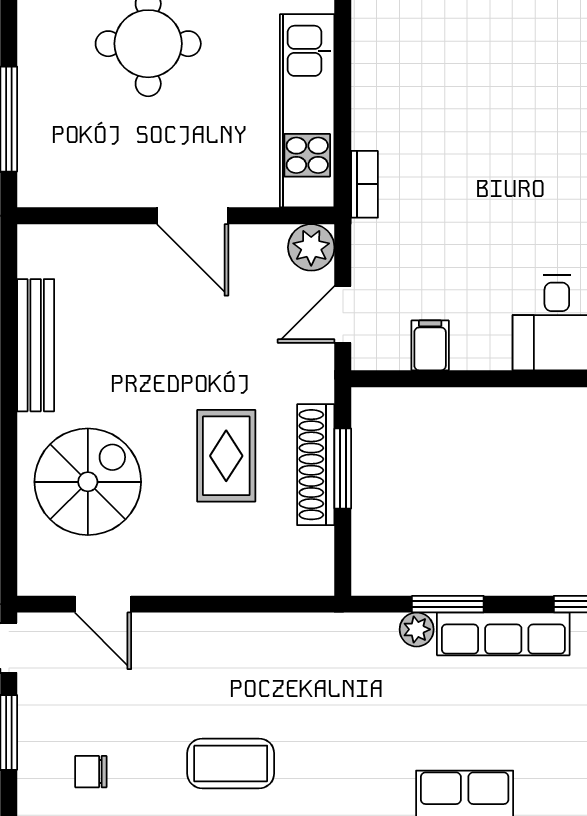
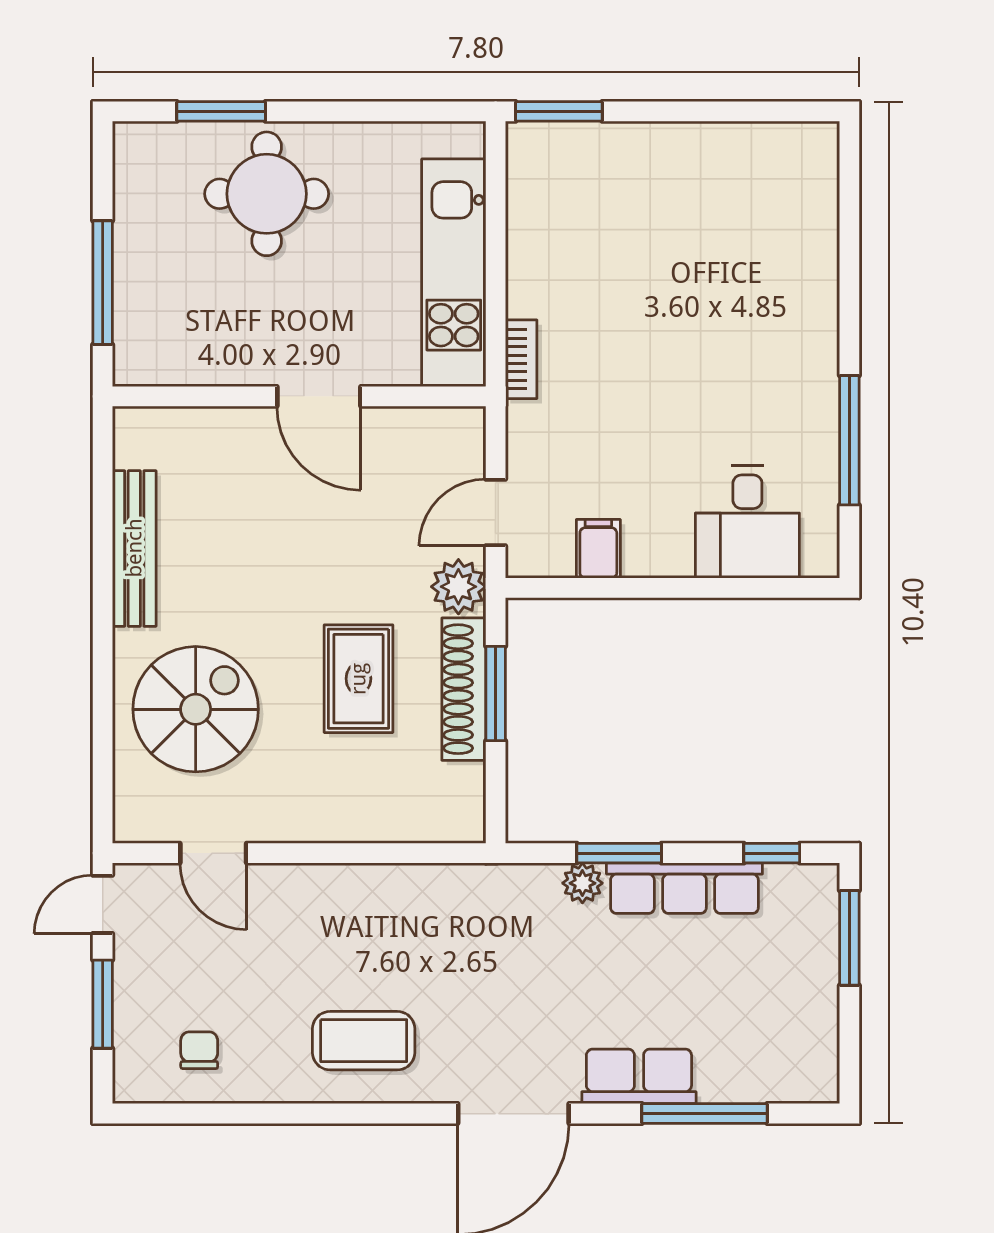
plant: (311, 247) -> (458, 587), moved
chair: (91, 772) -> (199, 1050), turned 90

